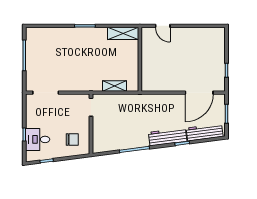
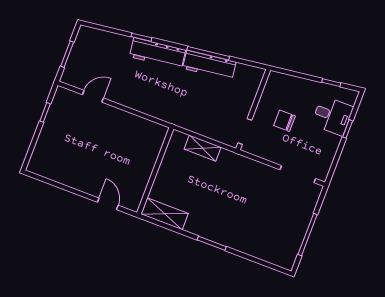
door: (199, 93) -> (93, 96), width x0.53
workbench: (205, 132) -> (209, 65), moved
chair: (72, 140) -> (284, 121), moved

